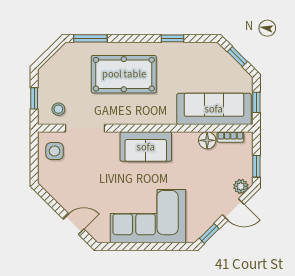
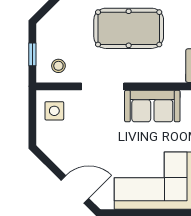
doorway: (85, 128) -> (103, 86), moved
door: (74, 224) -> (75, 189), width x1.38

